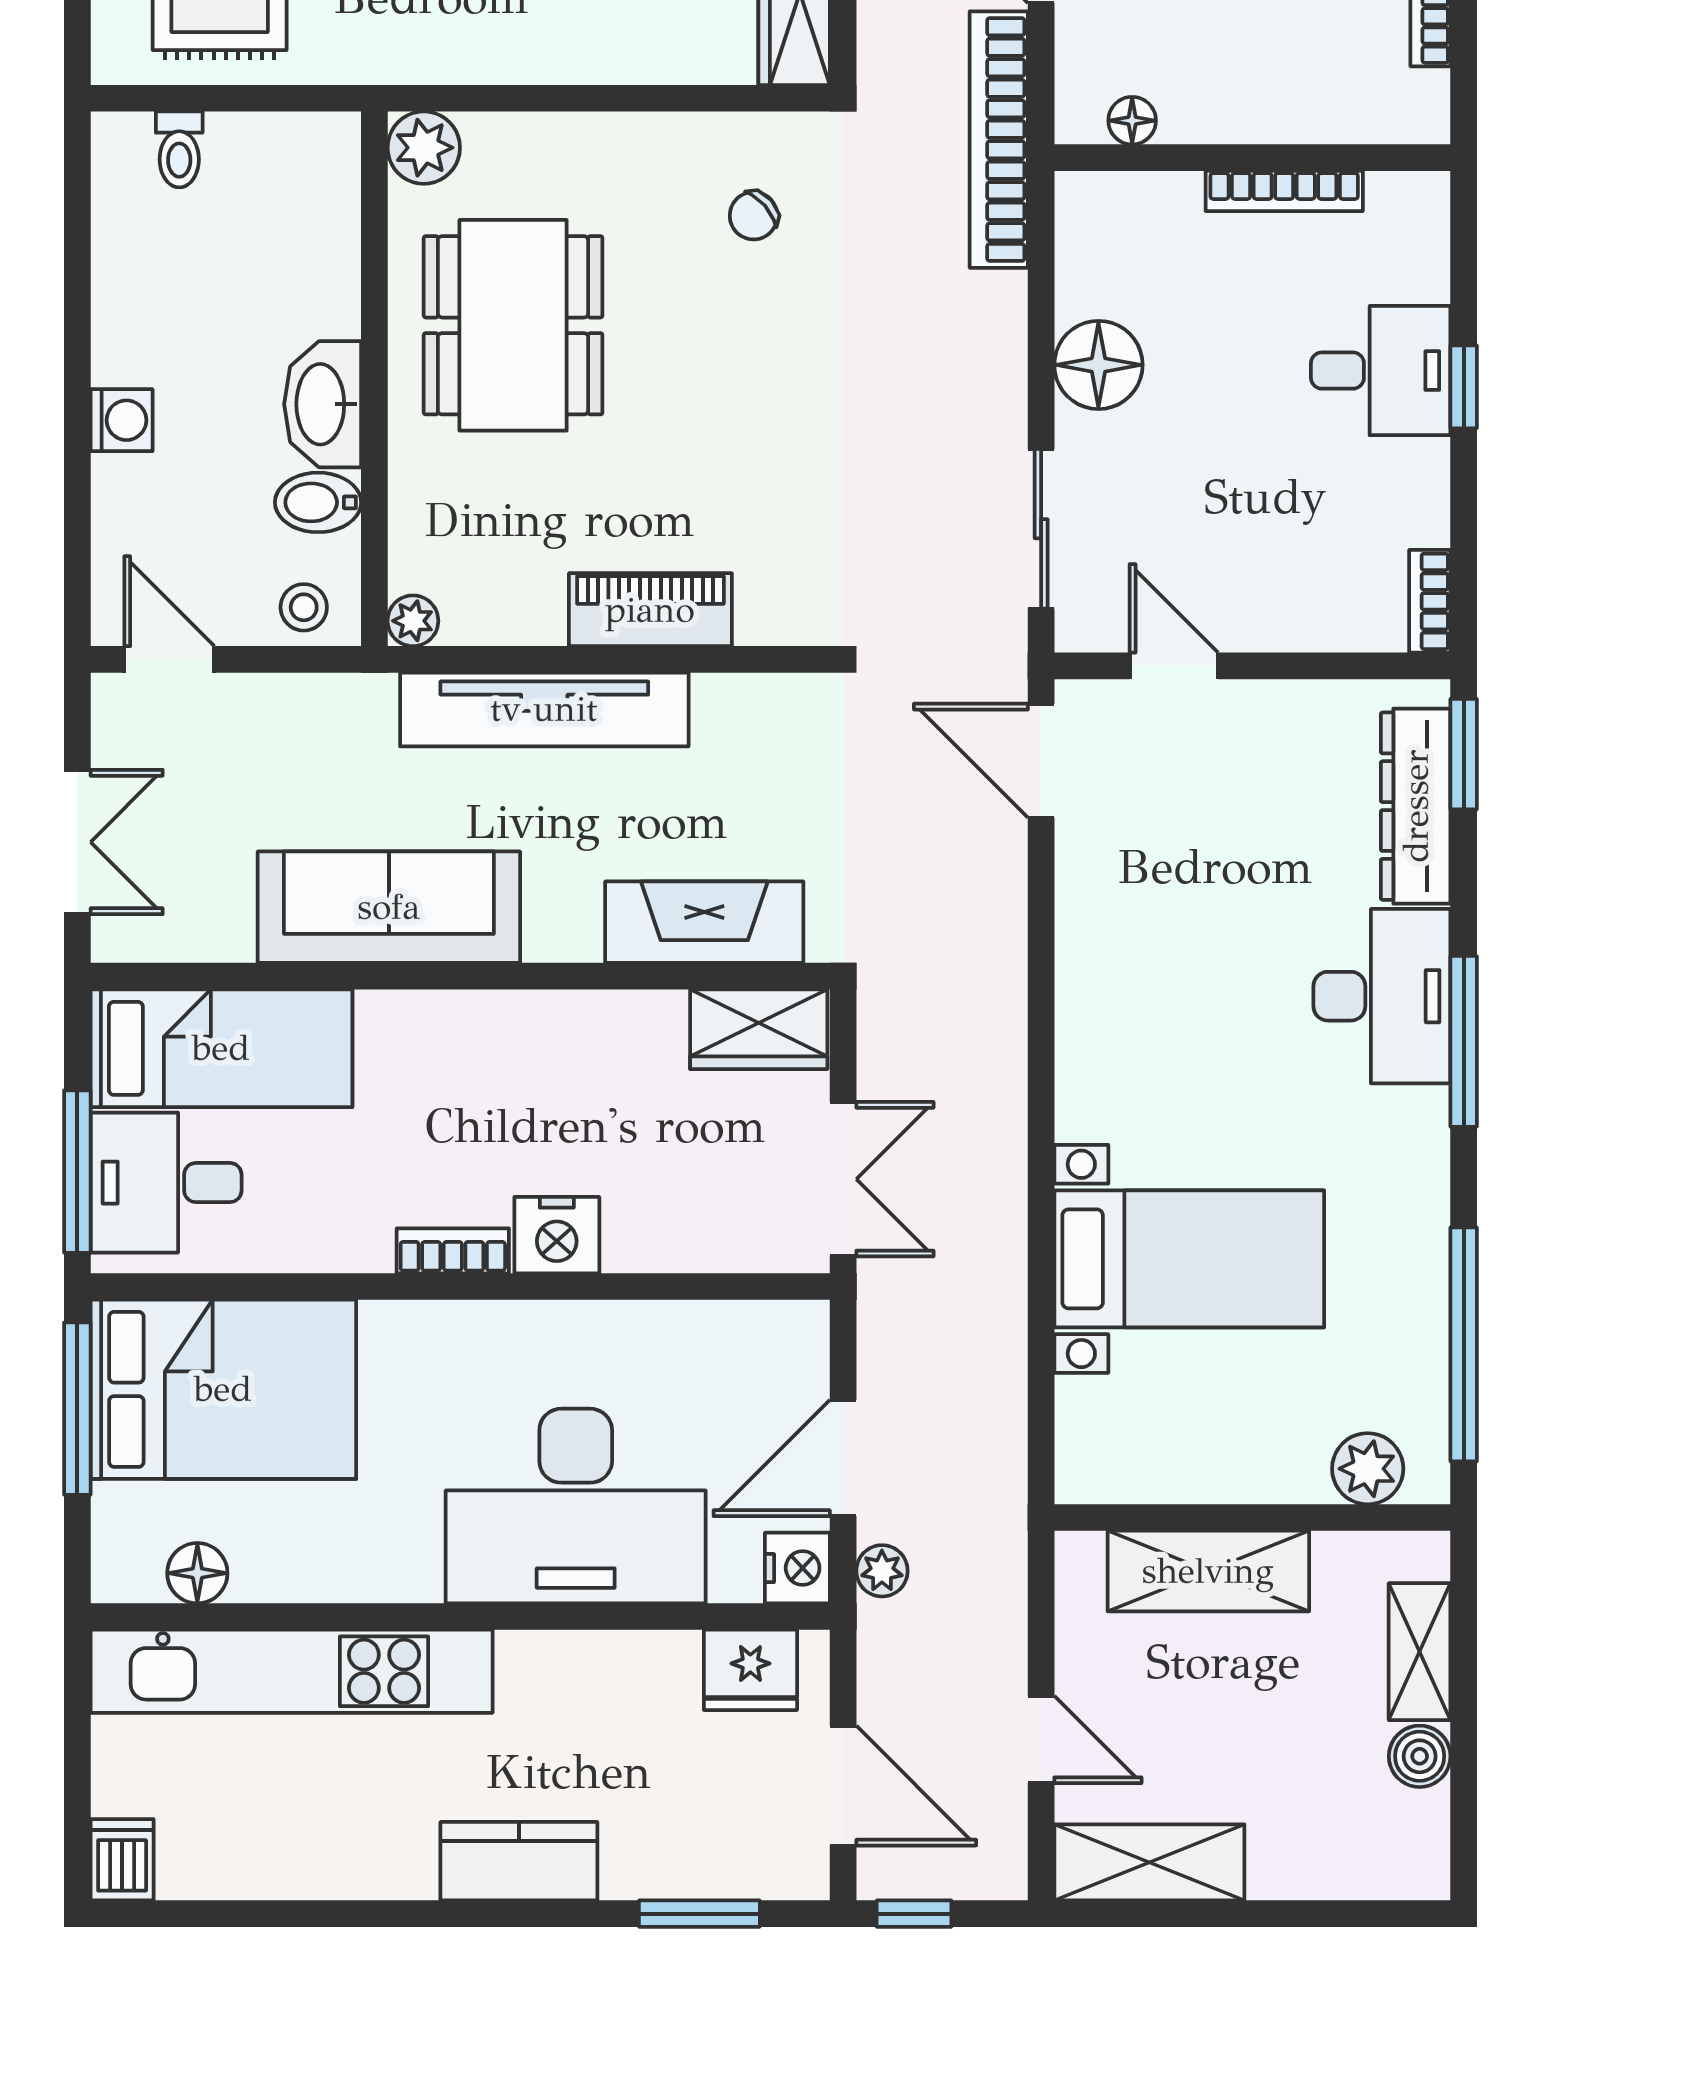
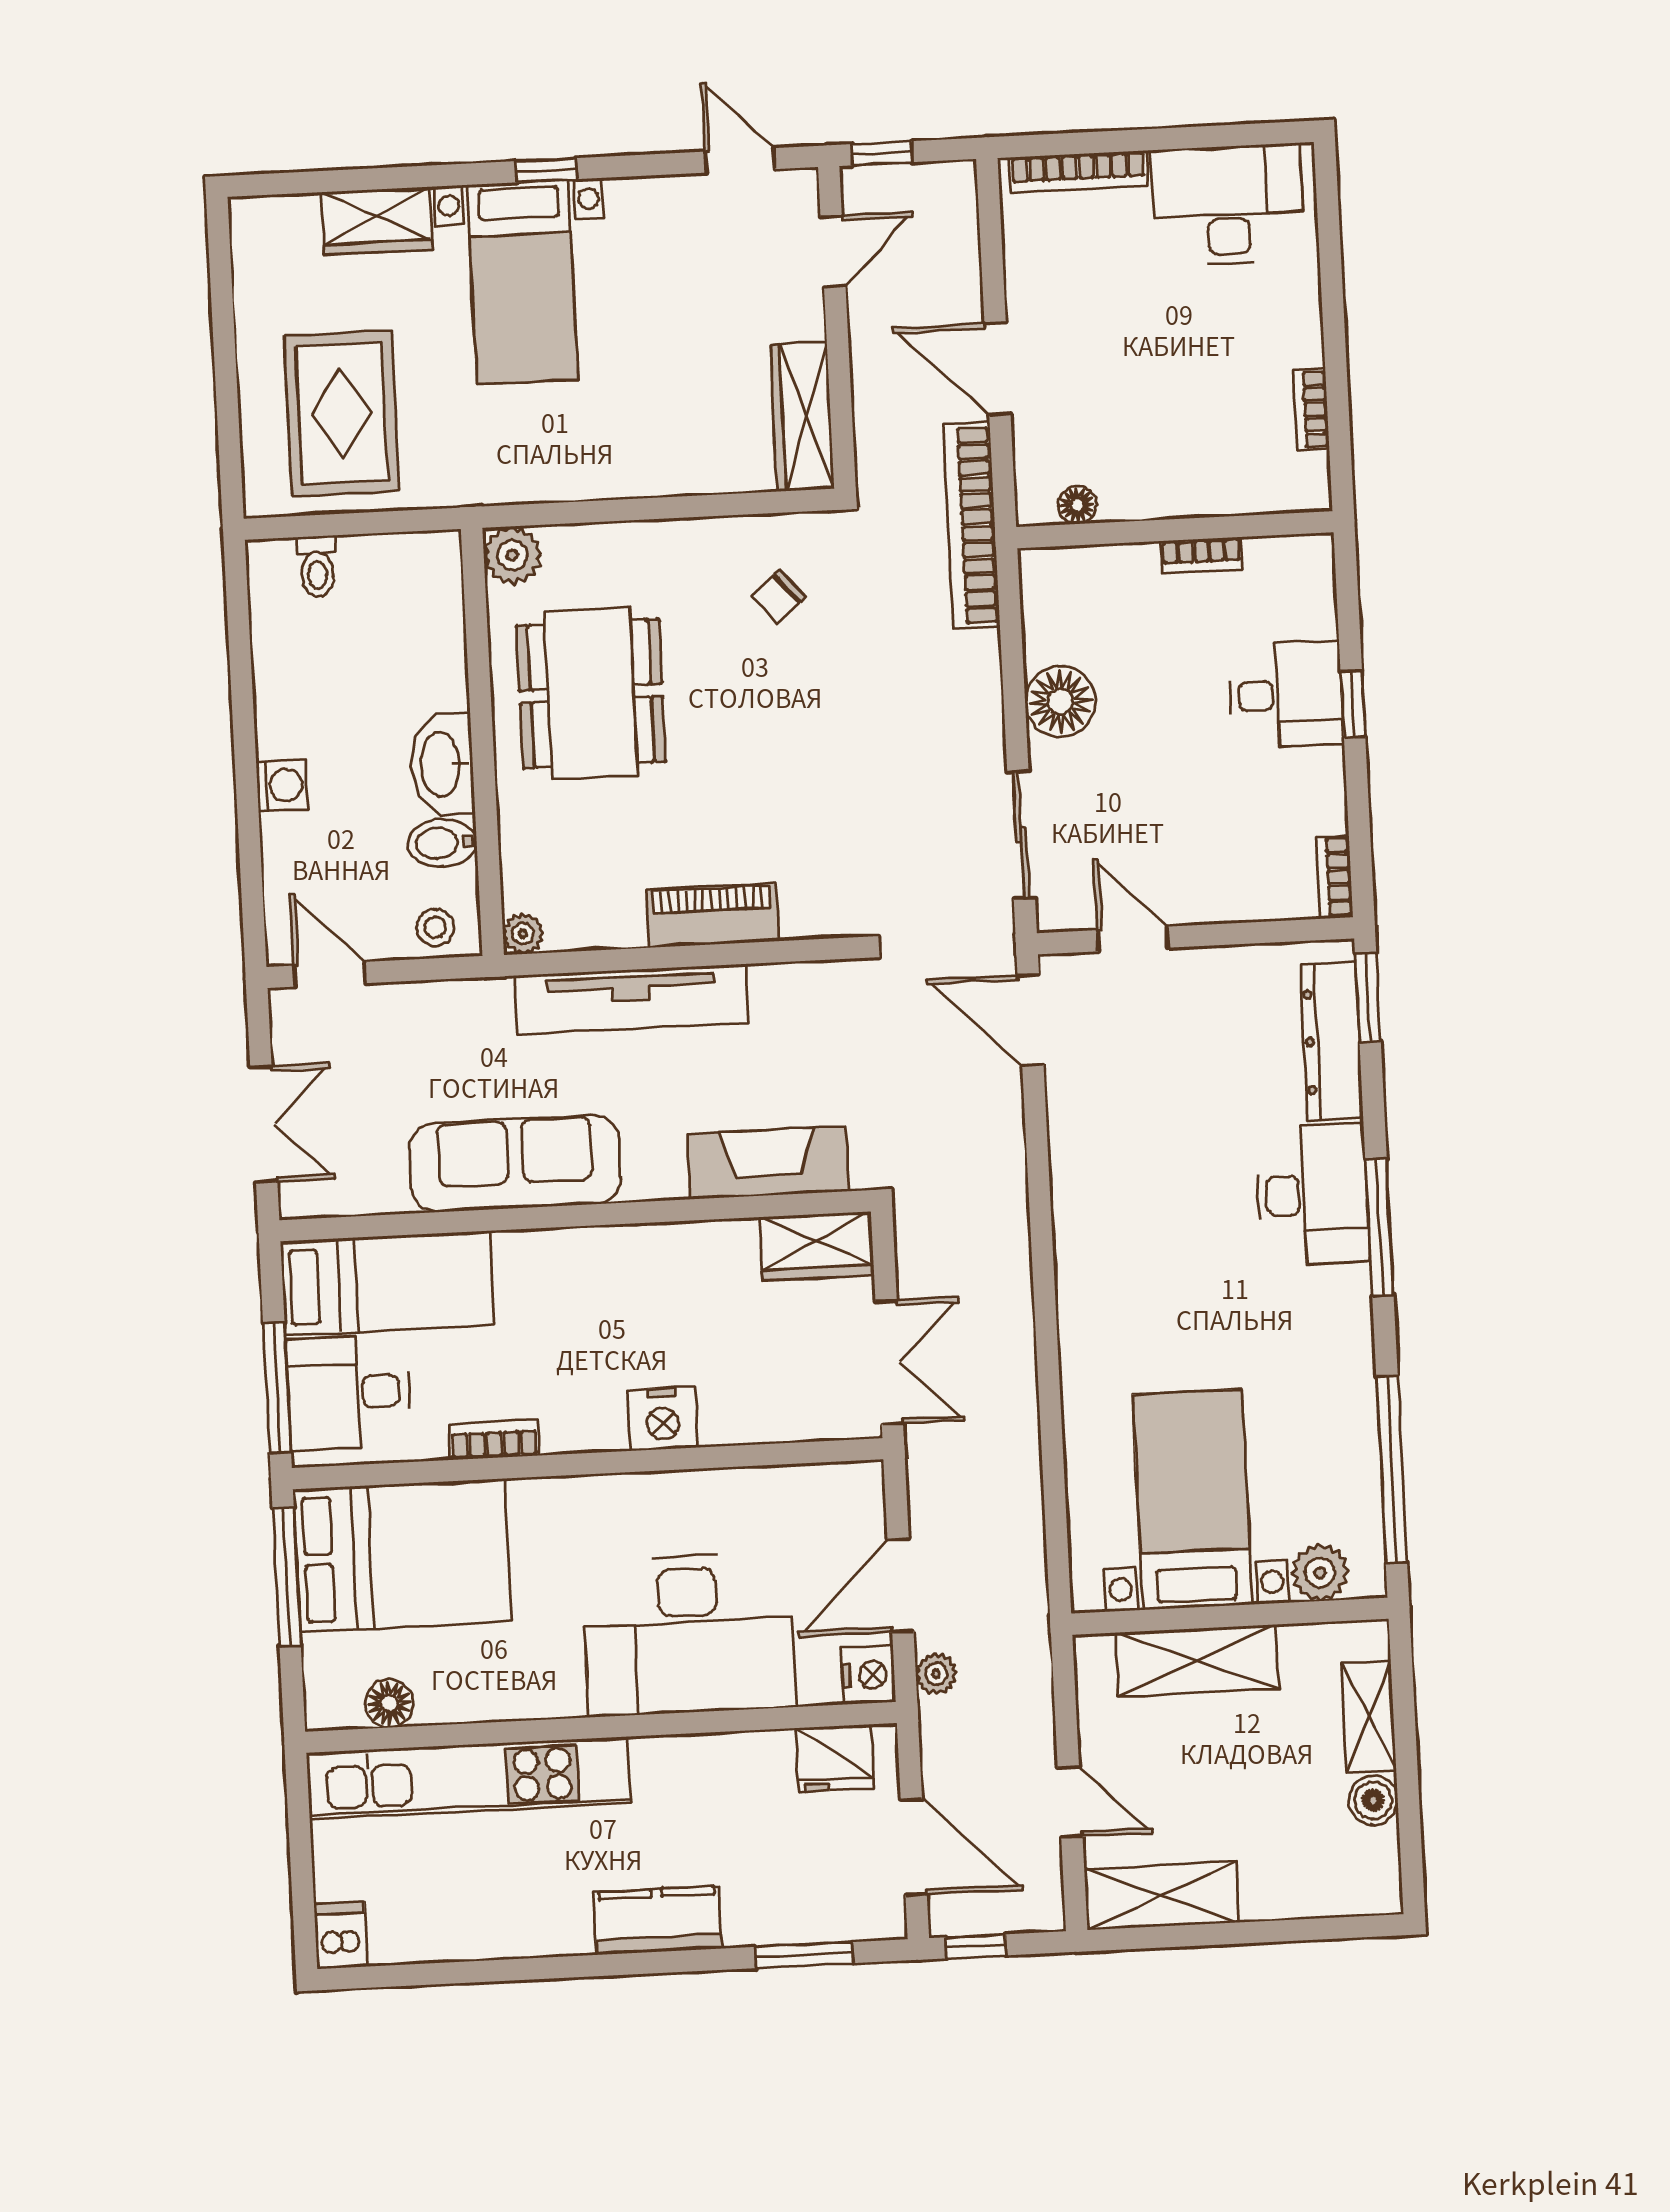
bookcase: (1284, 191) -> (1202, 555), width x0.64
bookcase: (453, 1251) -> (494, 1440), moved
bed with nightstands: (1189, 1259) -> (1192, 1499), moved, turned -90

